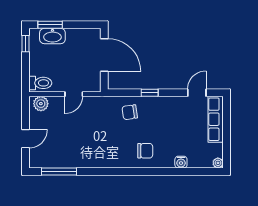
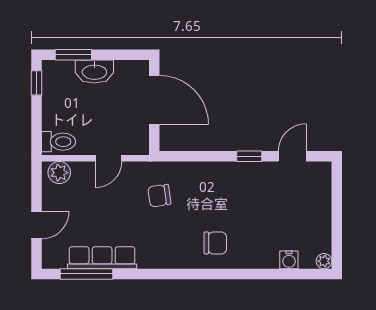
washbasin: (52, 36) -> (94, 72), moved
window: (150, 93) -> (249, 156), moved
chair: (130, 112) -> (159, 196), moved
row of seats: (216, 119) -> (102, 258), moved, turned 90
water cooler: (181, 162) -> (289, 260), moved

